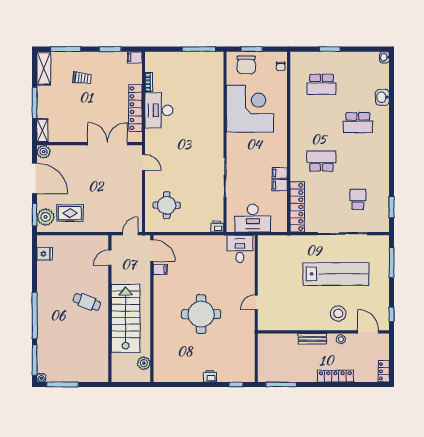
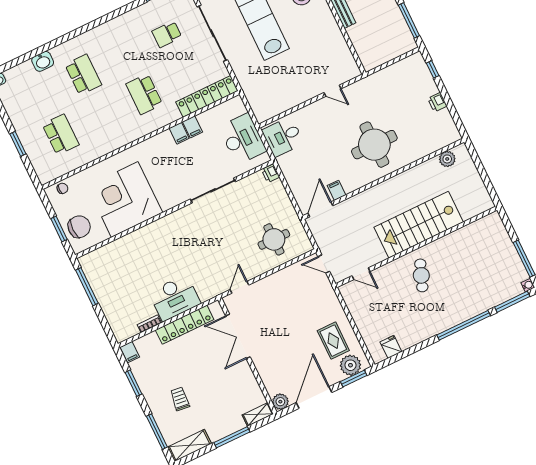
door: (152, 251) -> (320, 209), moved
filing cabinet: (160, 269) -> (336, 190), moved
wall: (152, 309) -> (383, 179), moved
plant: (144, 363) -> (447, 159), moved

